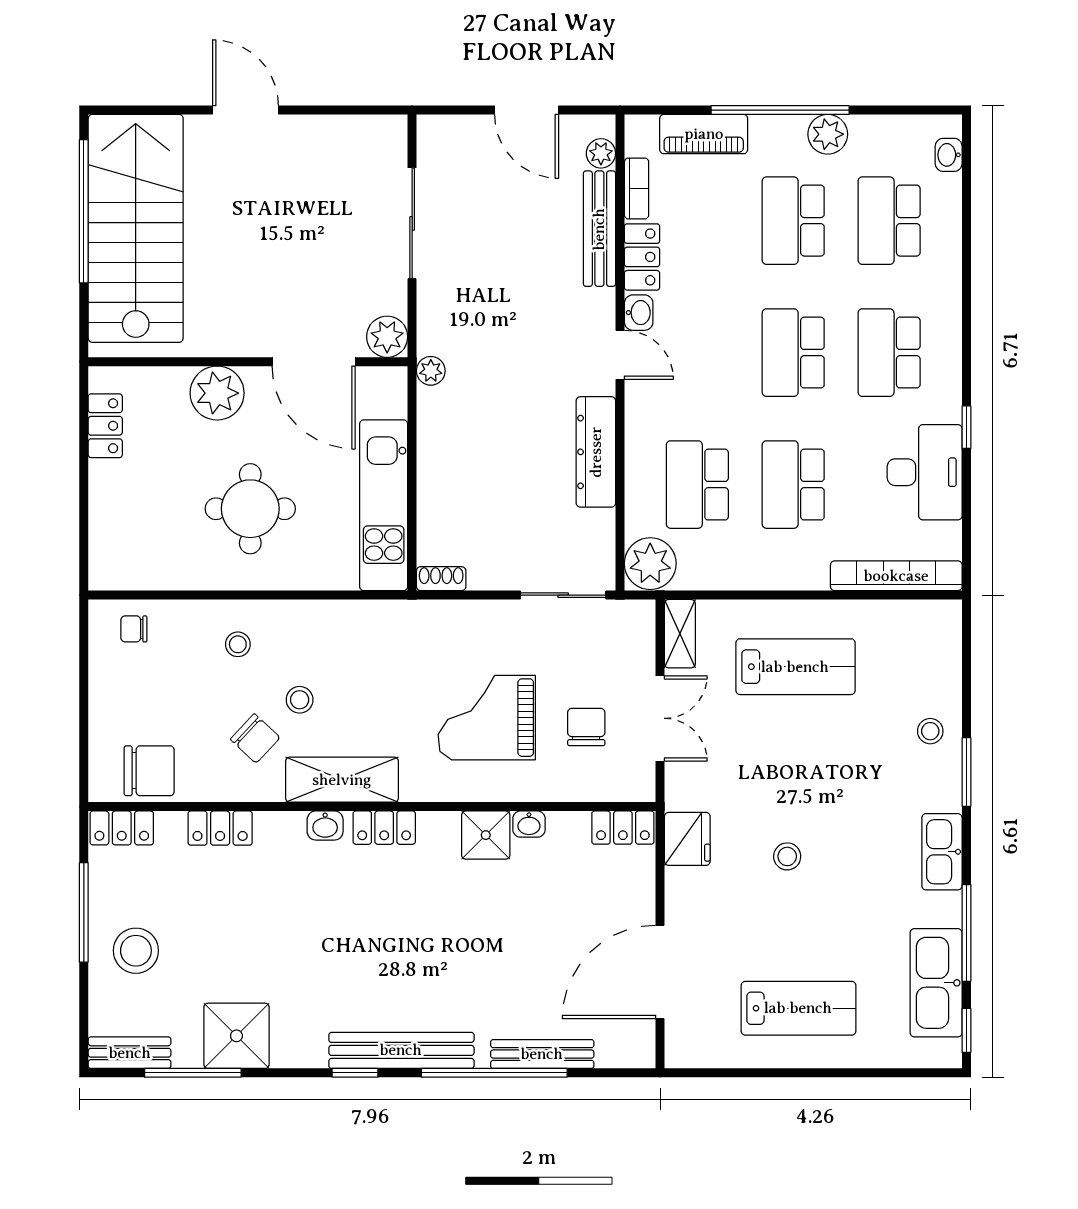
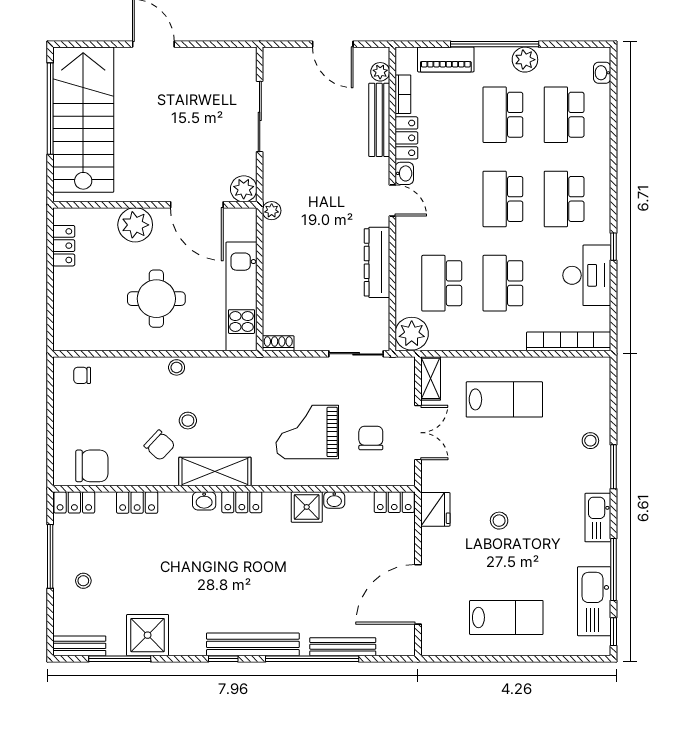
stool: (238, 644) -> (177, 367), moved
stool: (136, 951) -> (83, 581), width x0.53, depth x0.53

